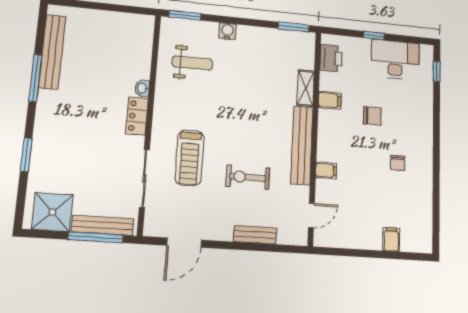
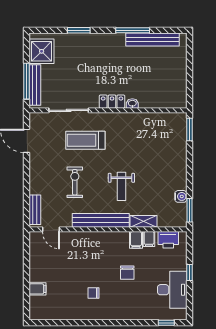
water cooler: (227, 31) -> (181, 196), moved
weight bench: (192, 63) -> (121, 186), moved
filing cabinet: (326, 170) -> (149, 239), moved
bench: (255, 235) -> (35, 210), moved

